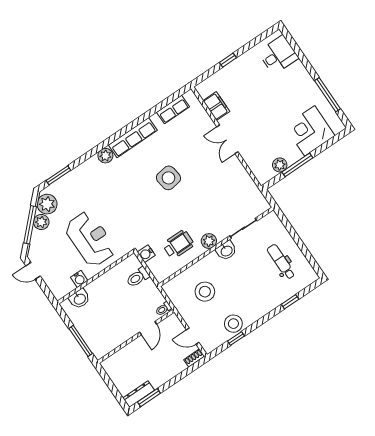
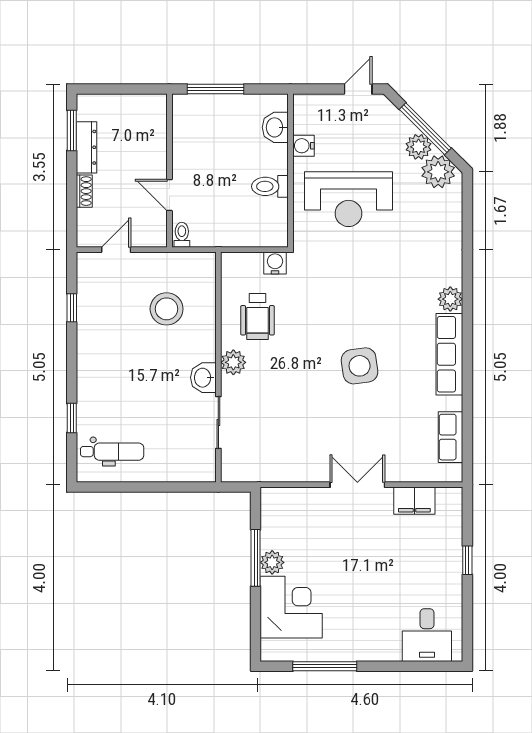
plant: (280, 165) -> (272, 562), moved
window: (58, 175) -> (467, 215), removed
dental chair: (281, 262) -> (112, 452), moved
toilet: (138, 277) -> (270, 186), moved, turned -90
stool: (233, 324) -> (95, 318), removed
shoe rack: (194, 358) -> (84, 191), moved
dresser: (139, 394) -> (86, 147), moved

